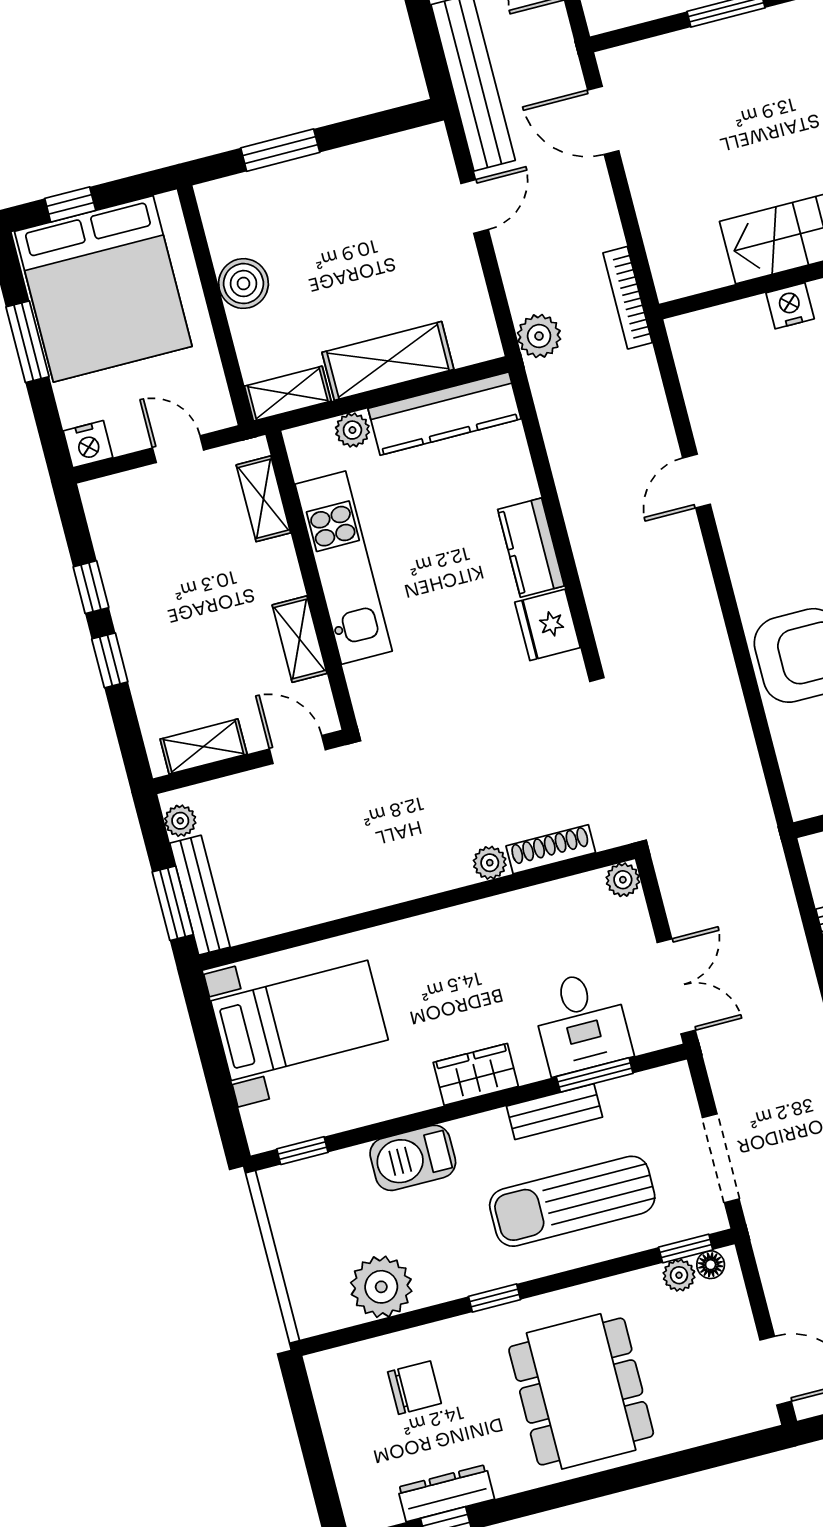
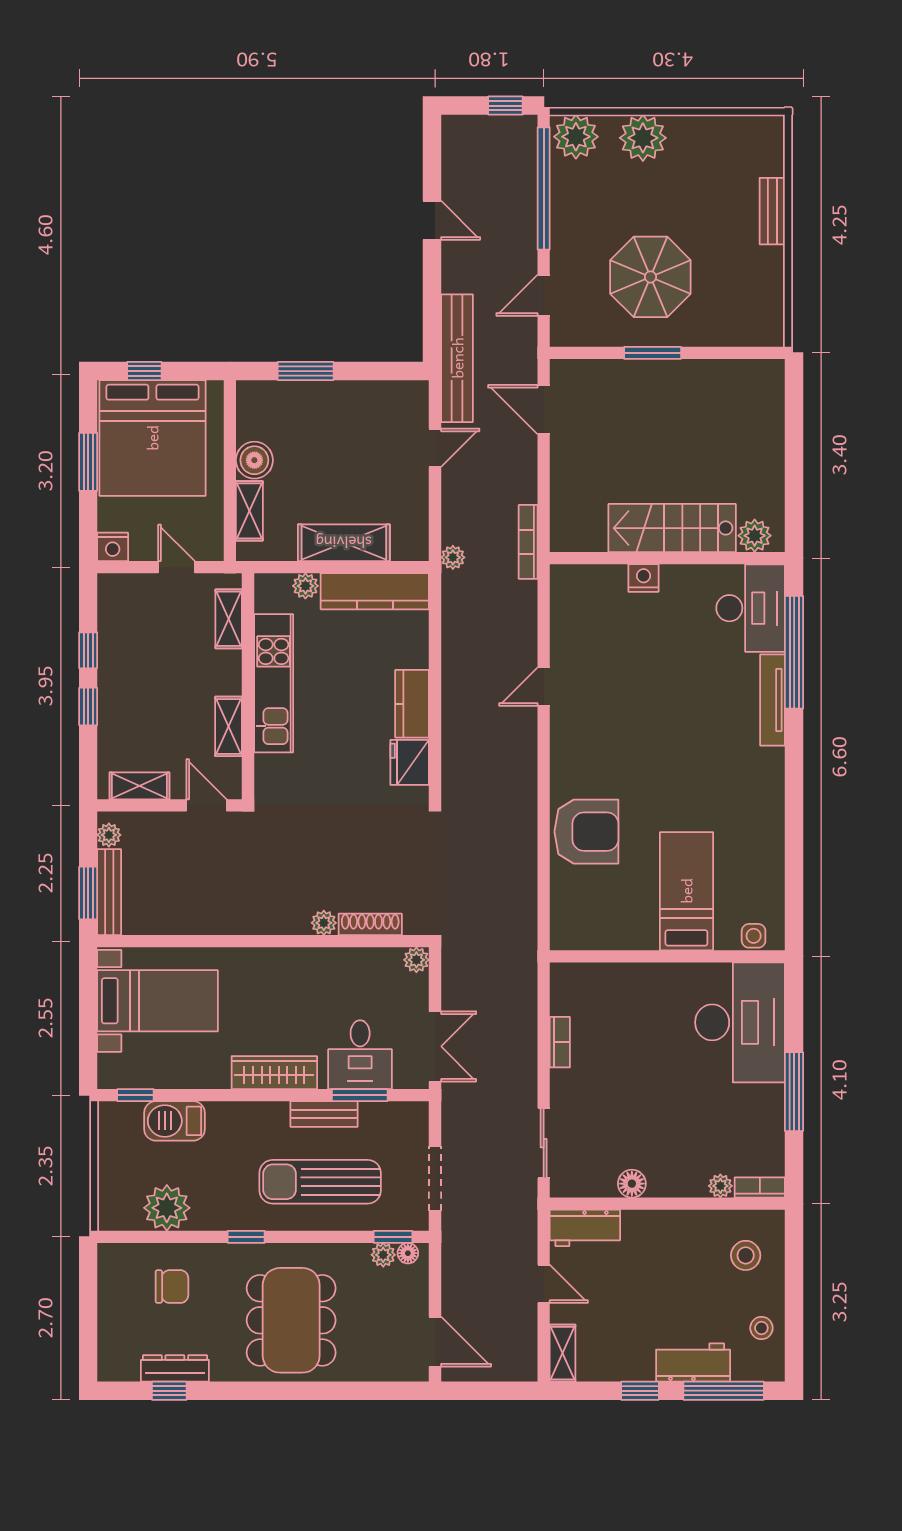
plant: (539, 336) -> (453, 557), width x0.73, depth x0.73
shelving: (288, 394) -> (249, 511), moved, turned 90
wardrobe: (476, 1074) -> (274, 1073), width x1.50
barbecue: (413, 1158) -> (174, 1121), moved

